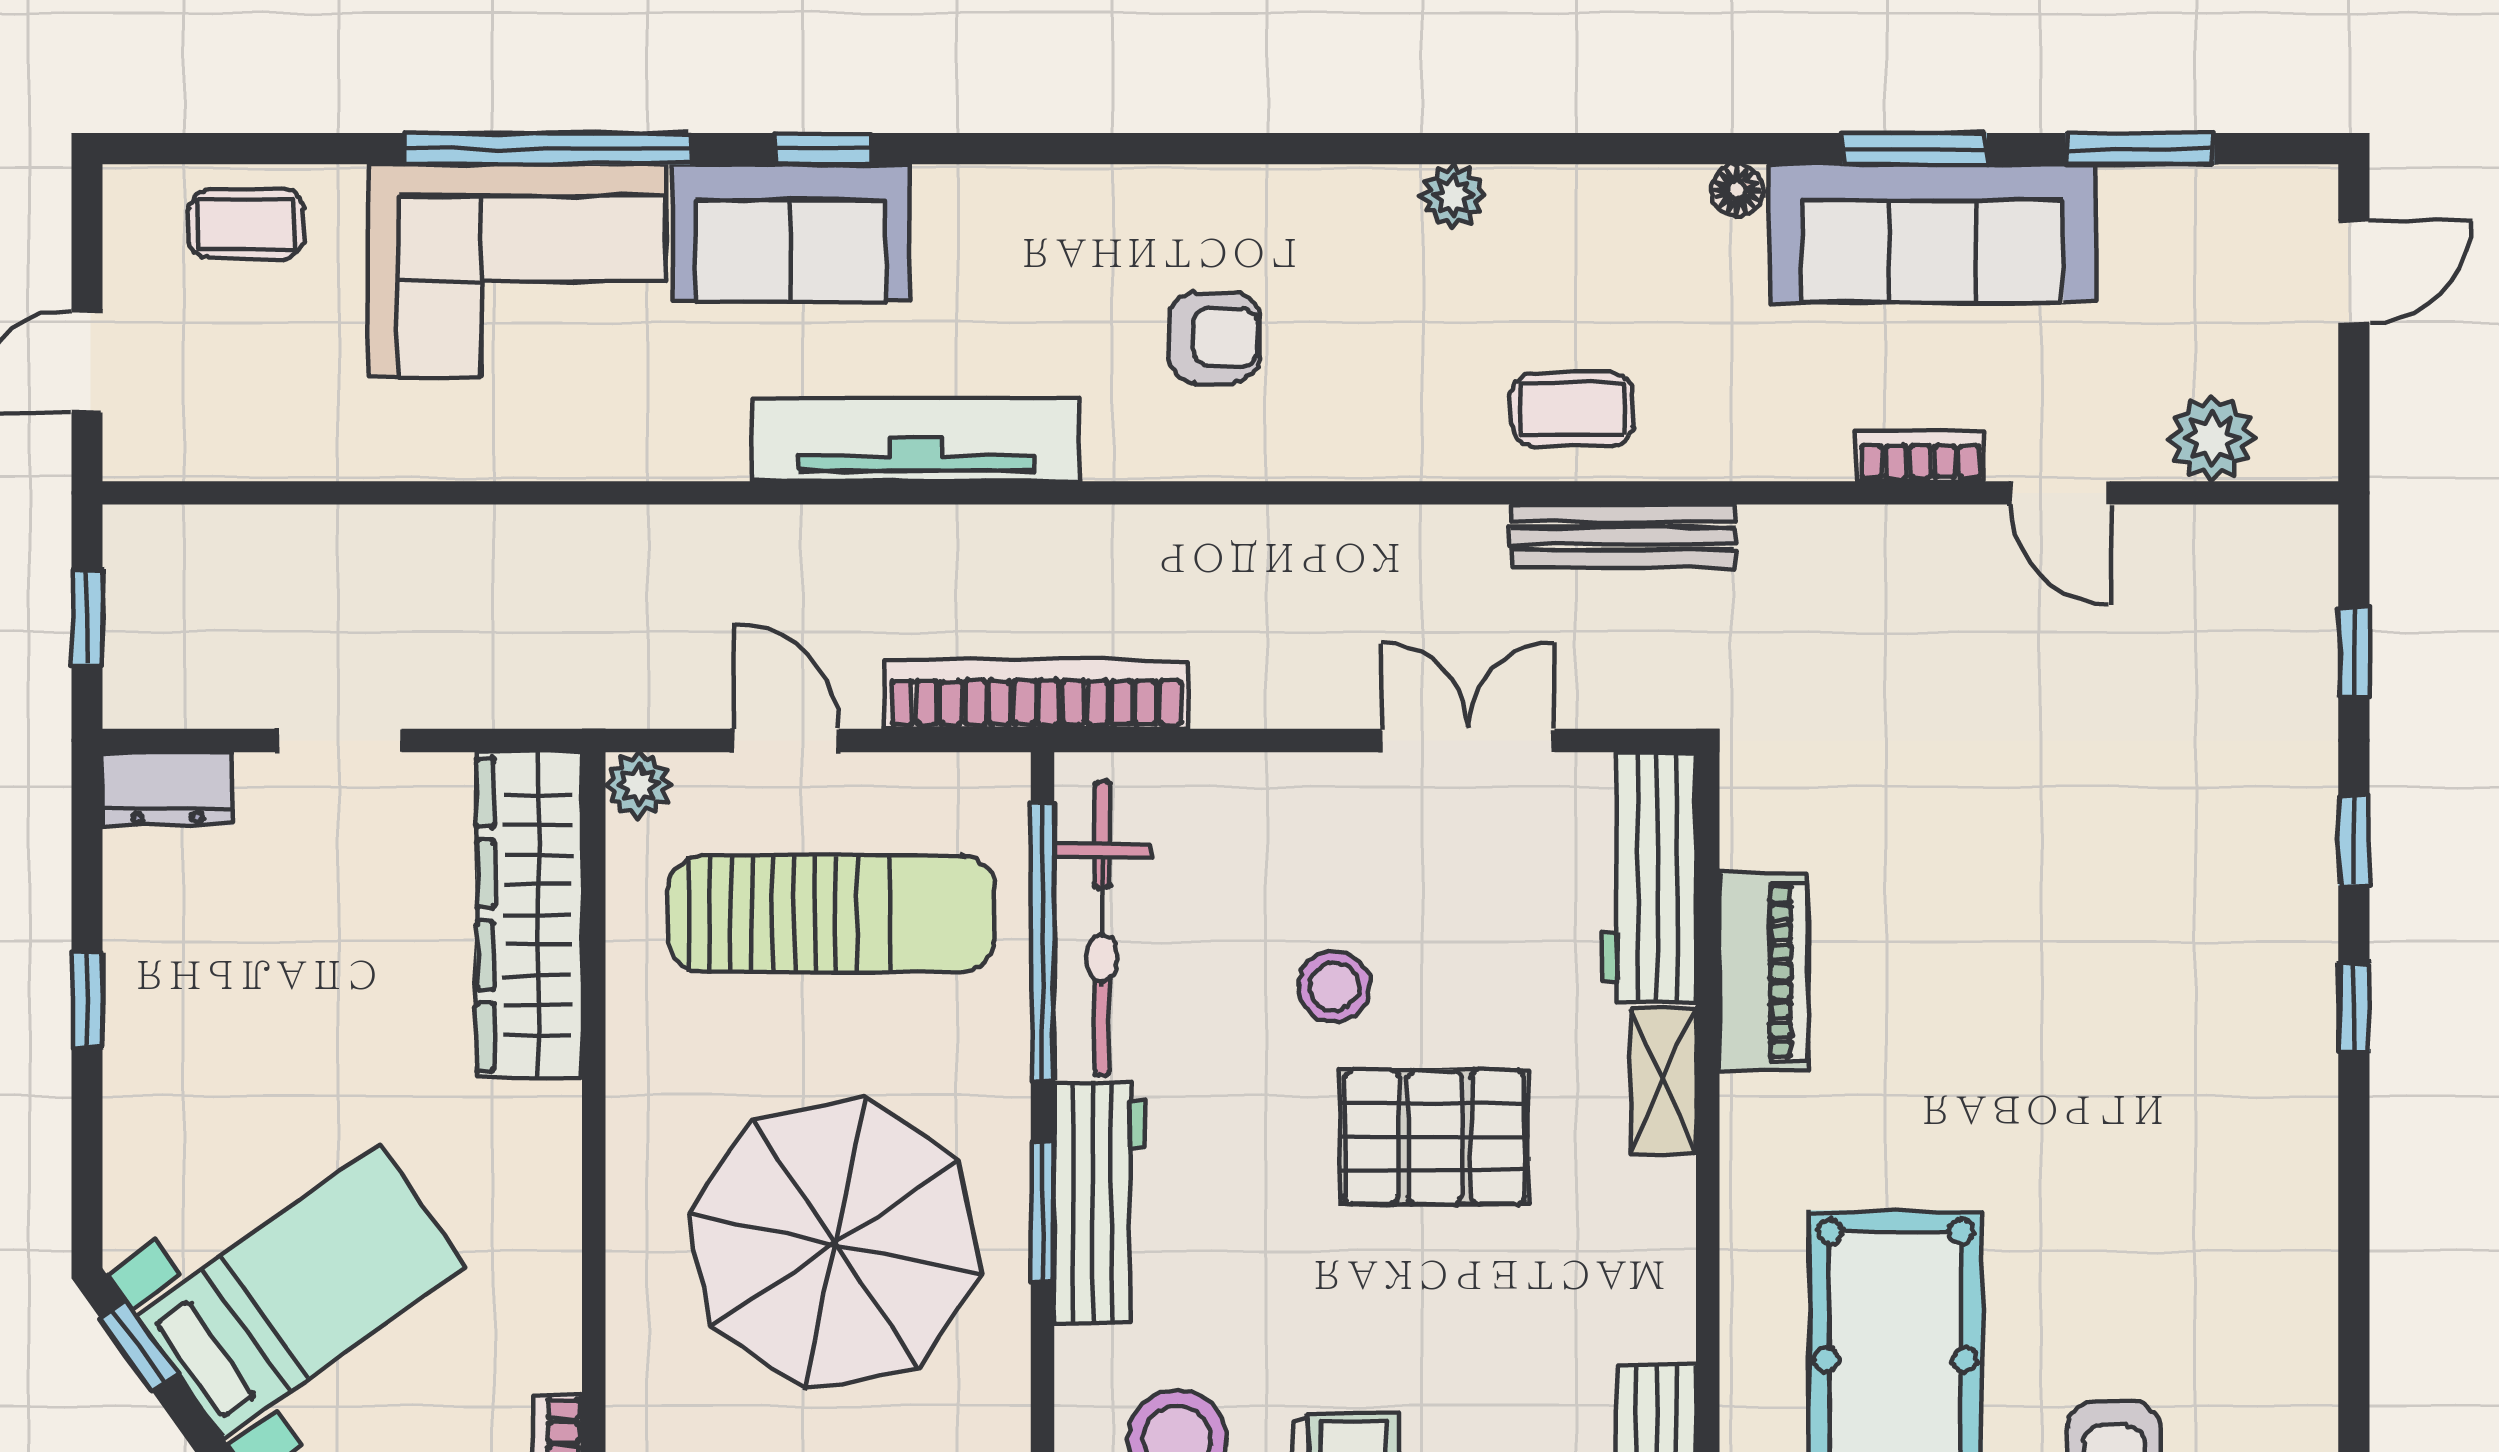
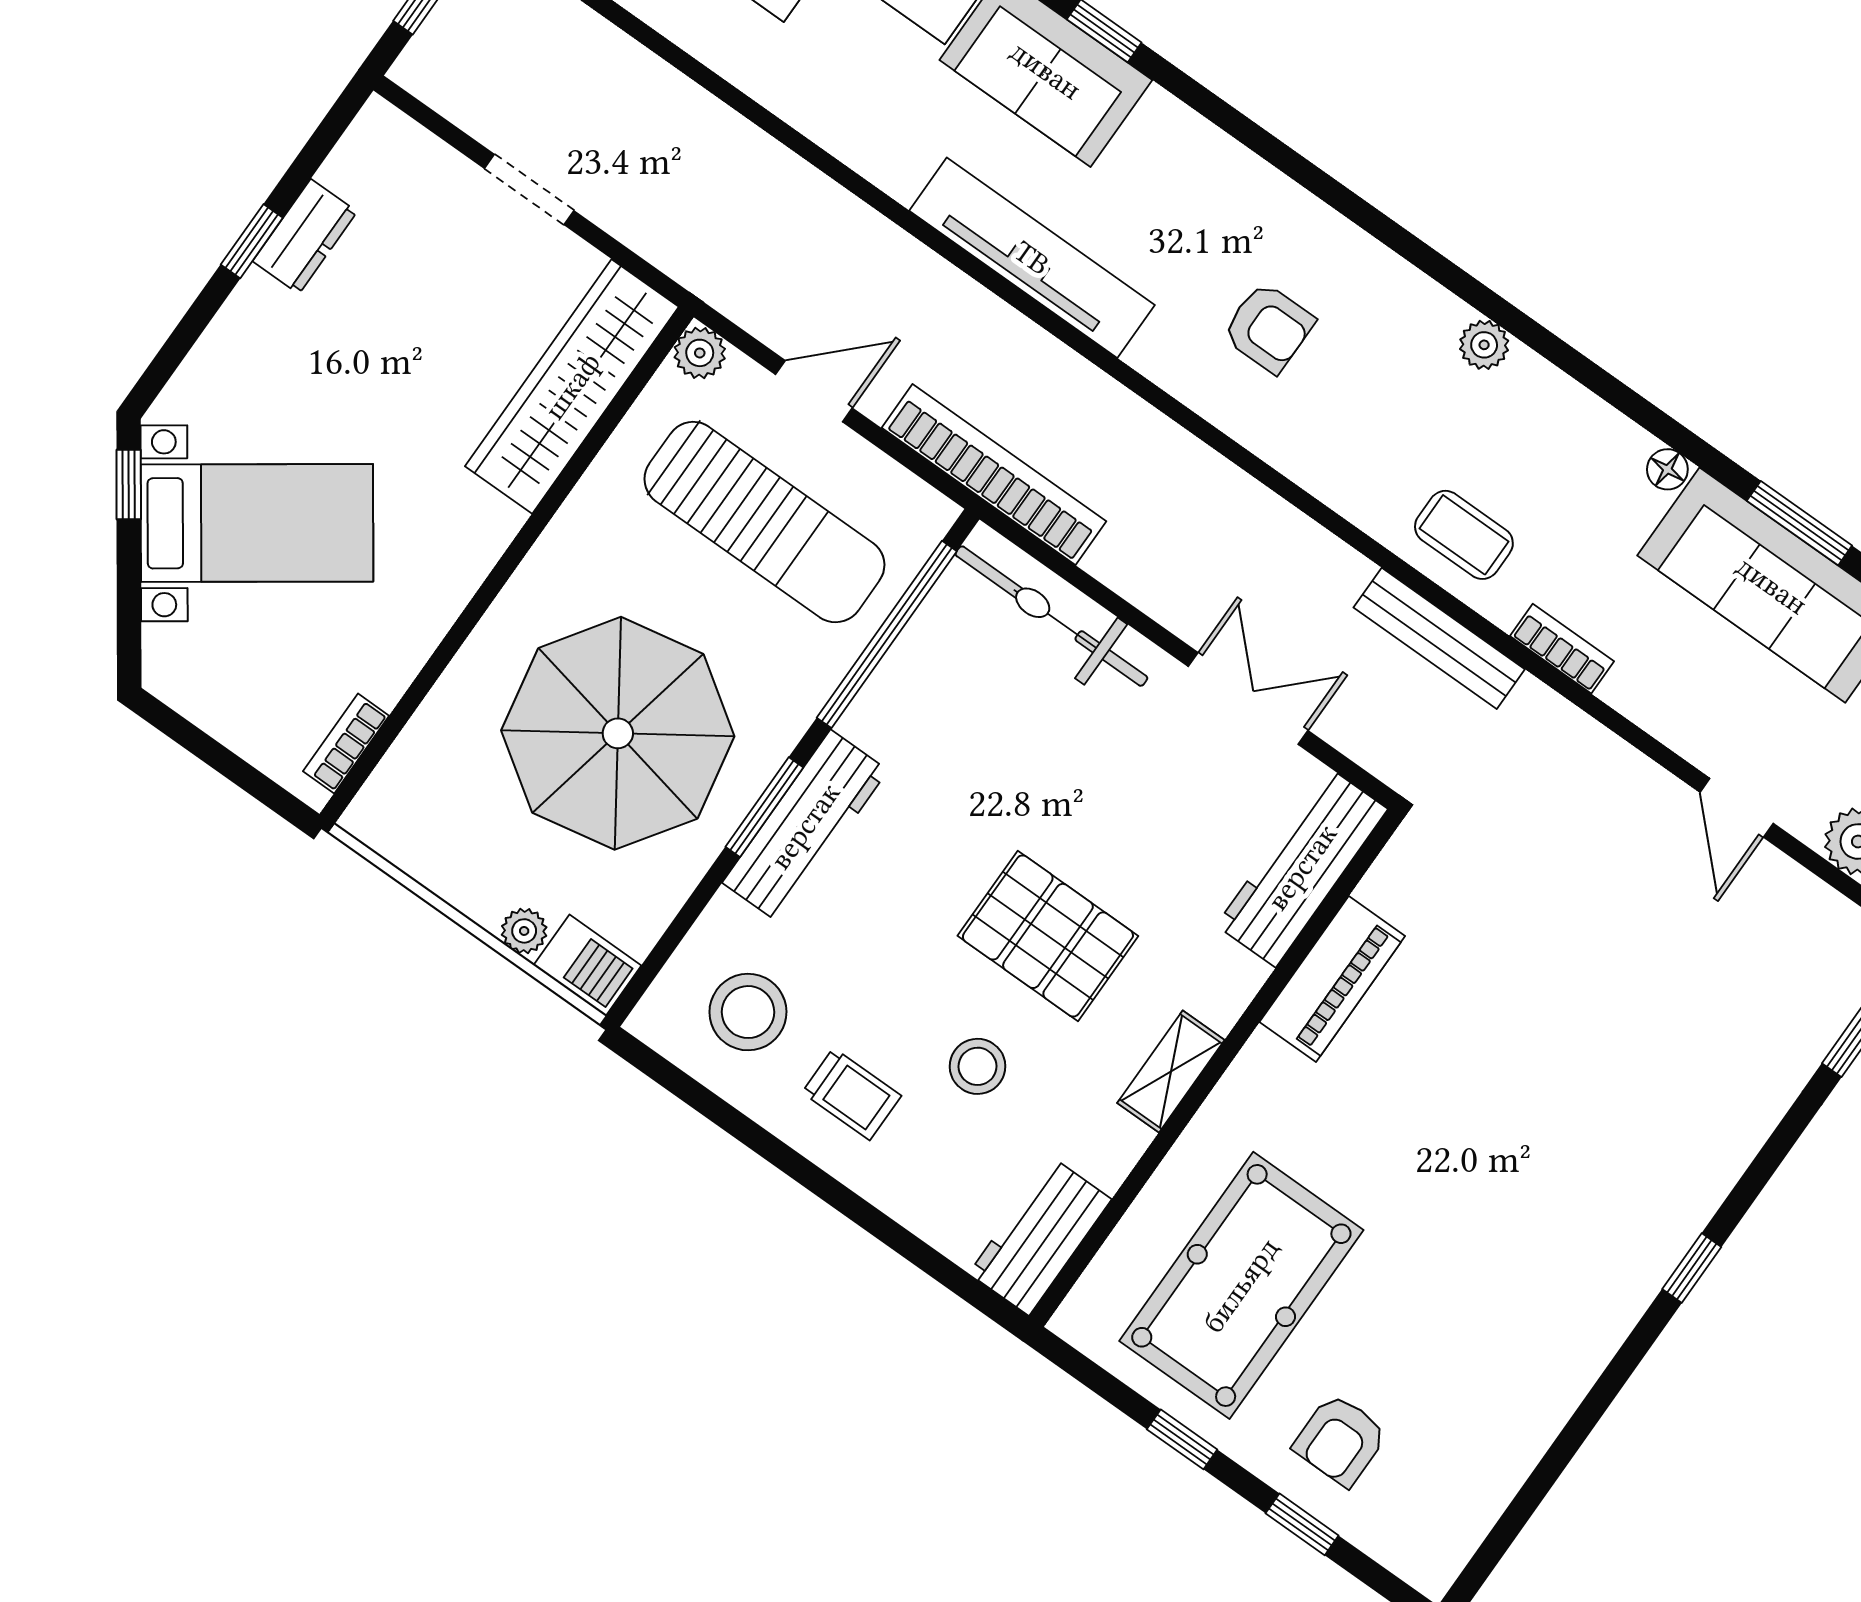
bookcase: (1920, 456) -> (1562, 649), moved
door: (786, 740) -> (814, 391), hinge flipped
dresser: (167, 789) -> (305, 236), moved, turned -90
window: (2354, 841) -> (1767, 1162), removed
bicycle: (1102, 928) -> (1051, 616), moved, turned 90
stool: (1334, 987) -> (978, 1066), moved
shelving: (1663, 1081) -> (1171, 1072), moved

